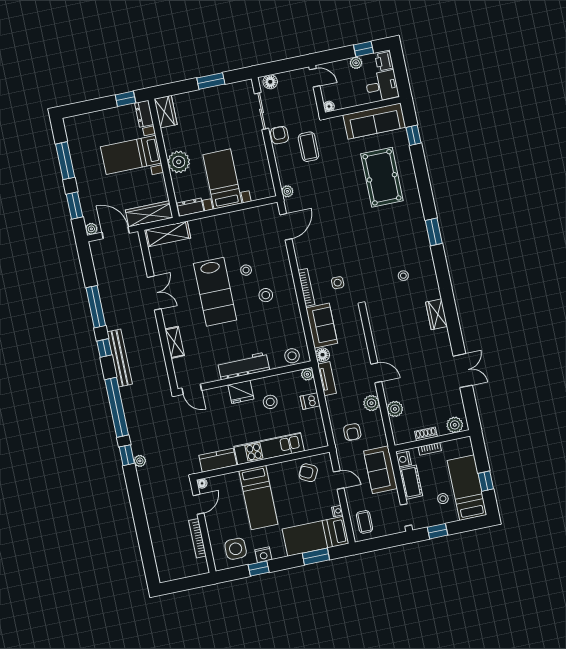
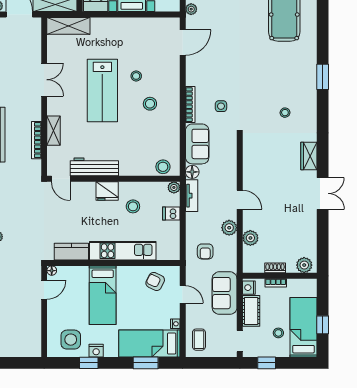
workbench: (244, 366) -> (94, 167), moved
double door: (463, 371) -> (323, 193), moved
bookcase: (197, 538) -> (36, 140), moved

